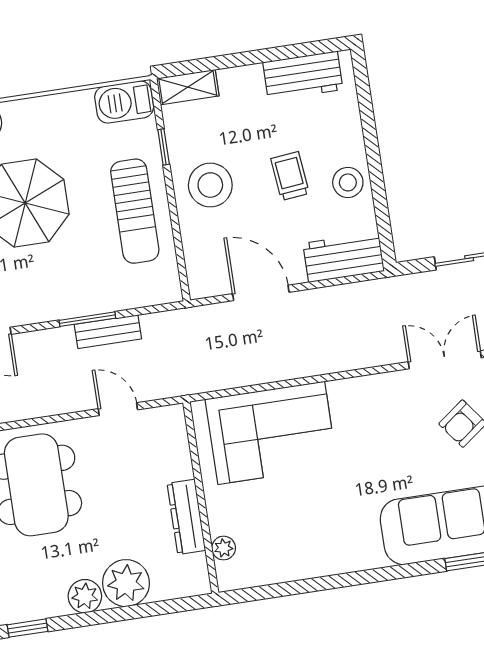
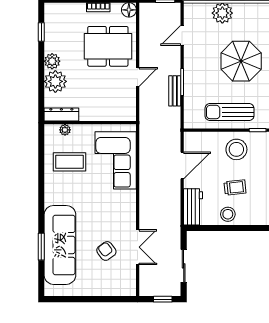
door: (118, 409) -> (138, 77), moved
dresser: (186, 517) -> (61, 115), moved
coffee table: (289, 529) -> (69, 162), added

